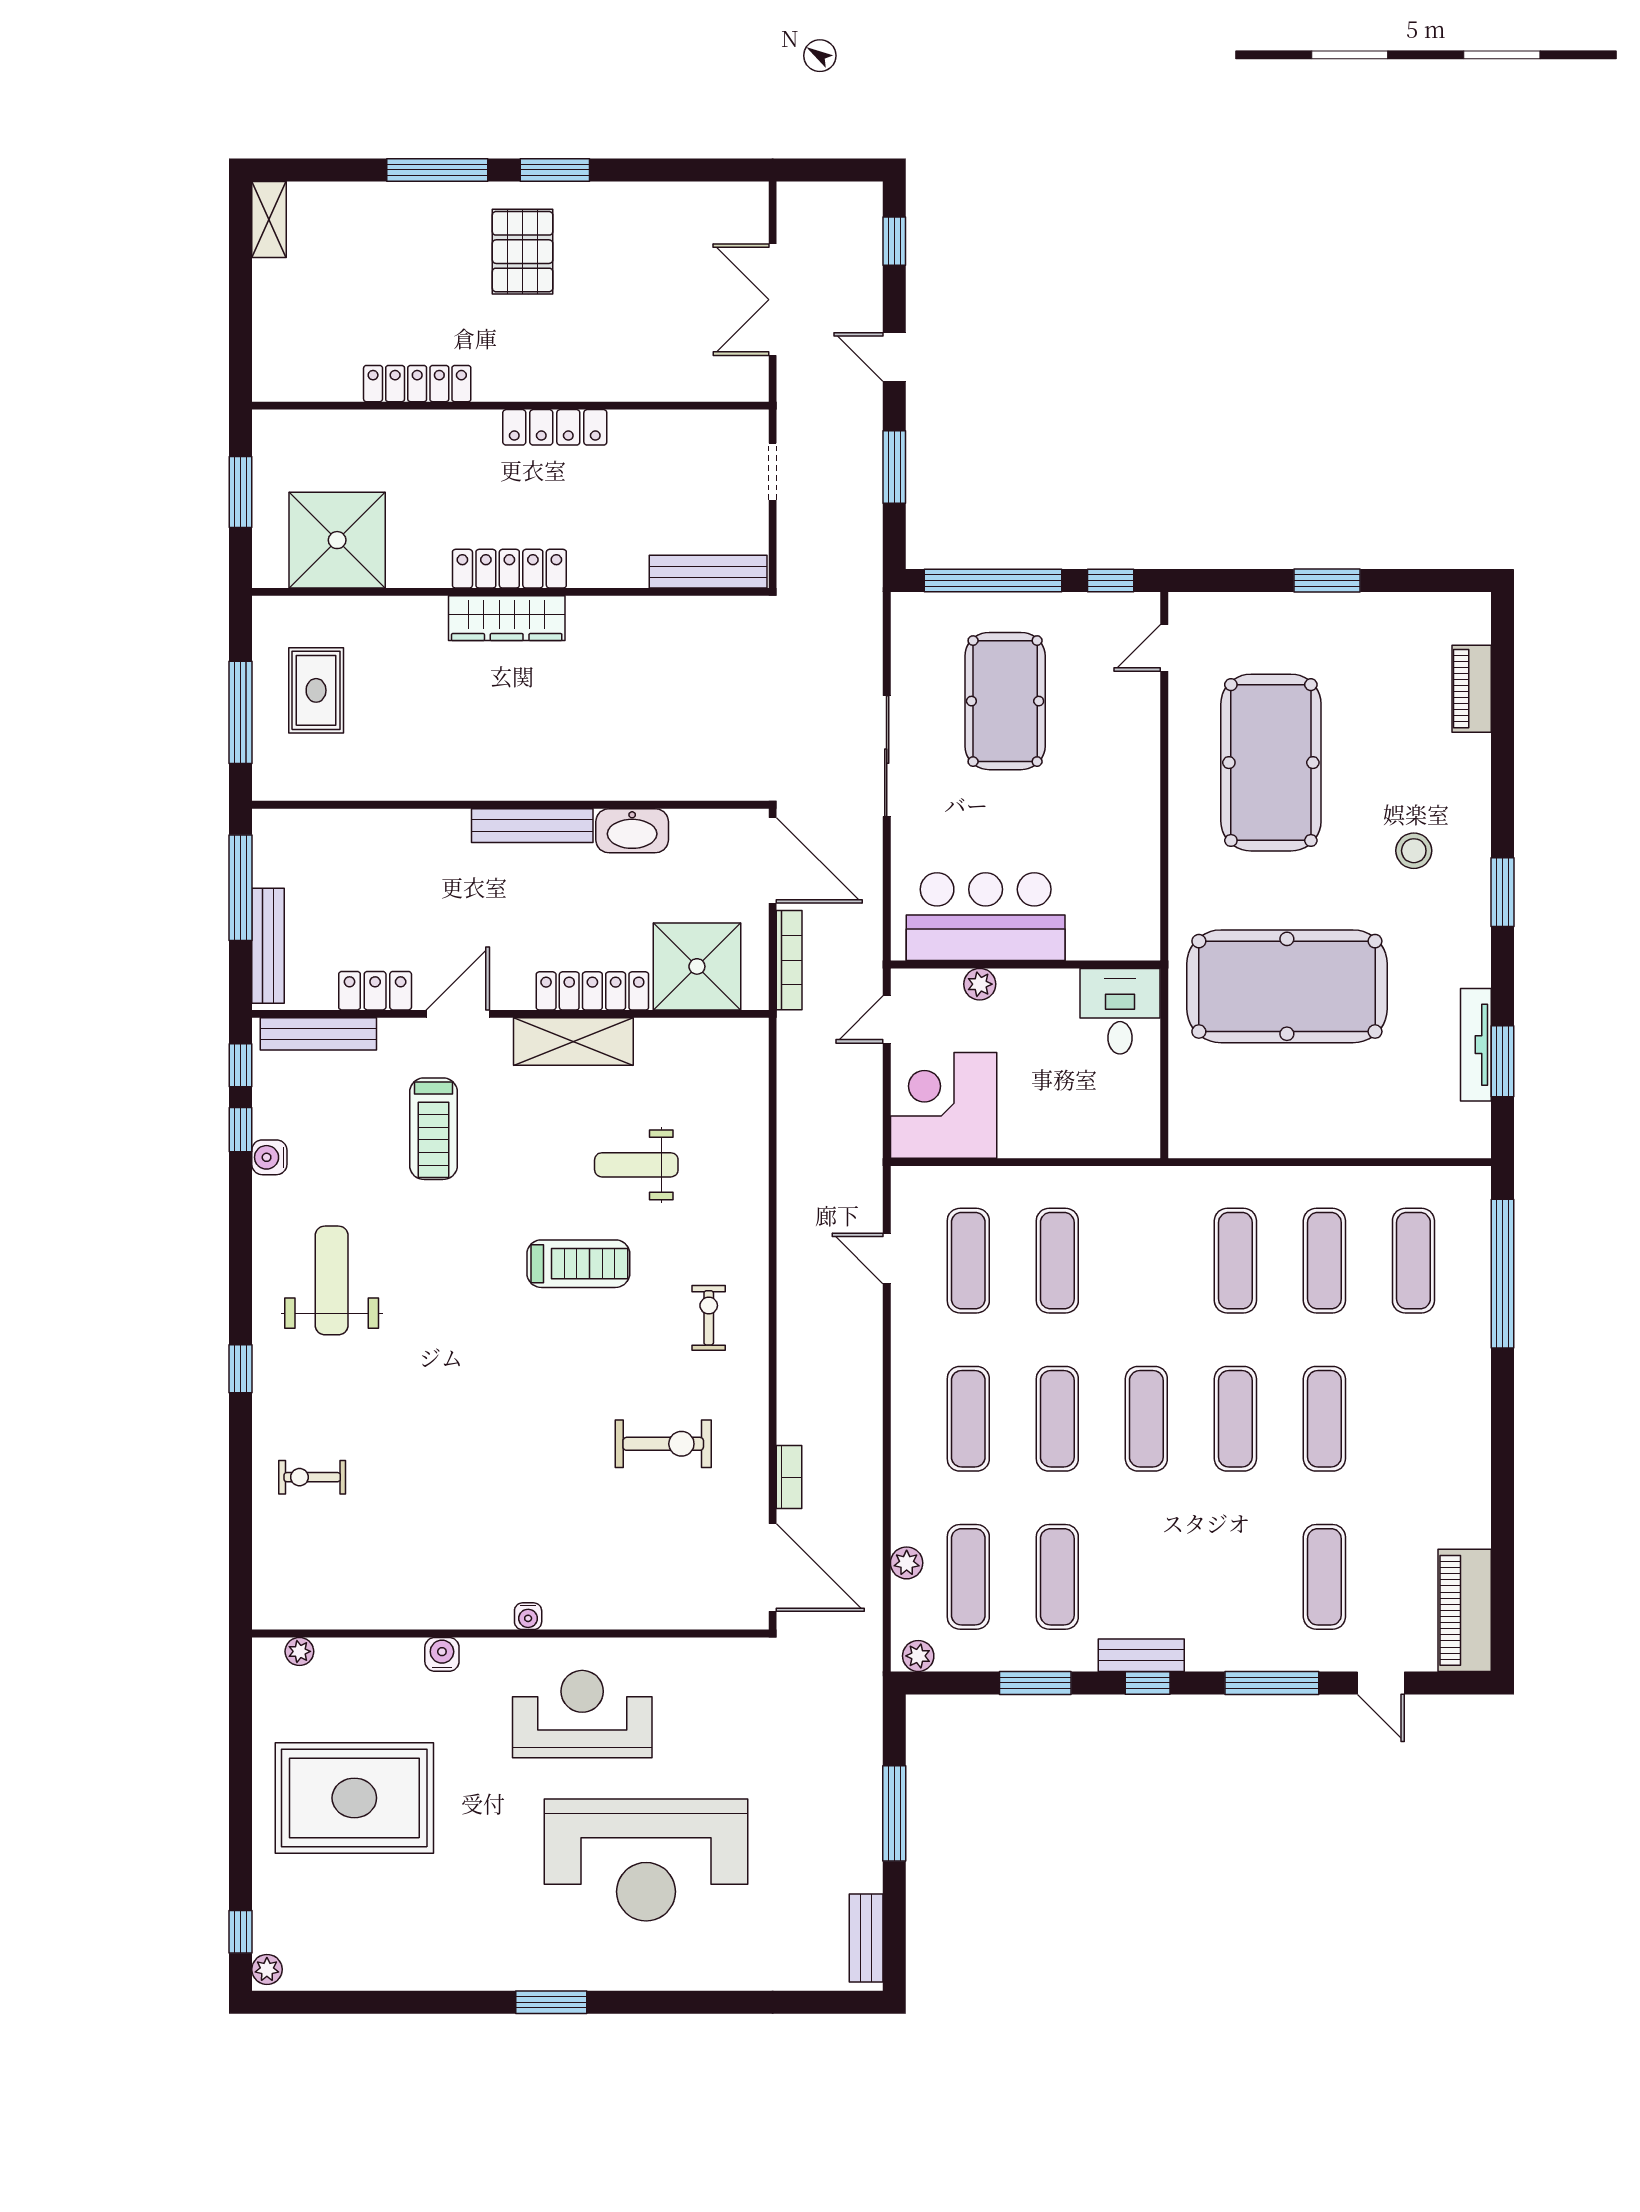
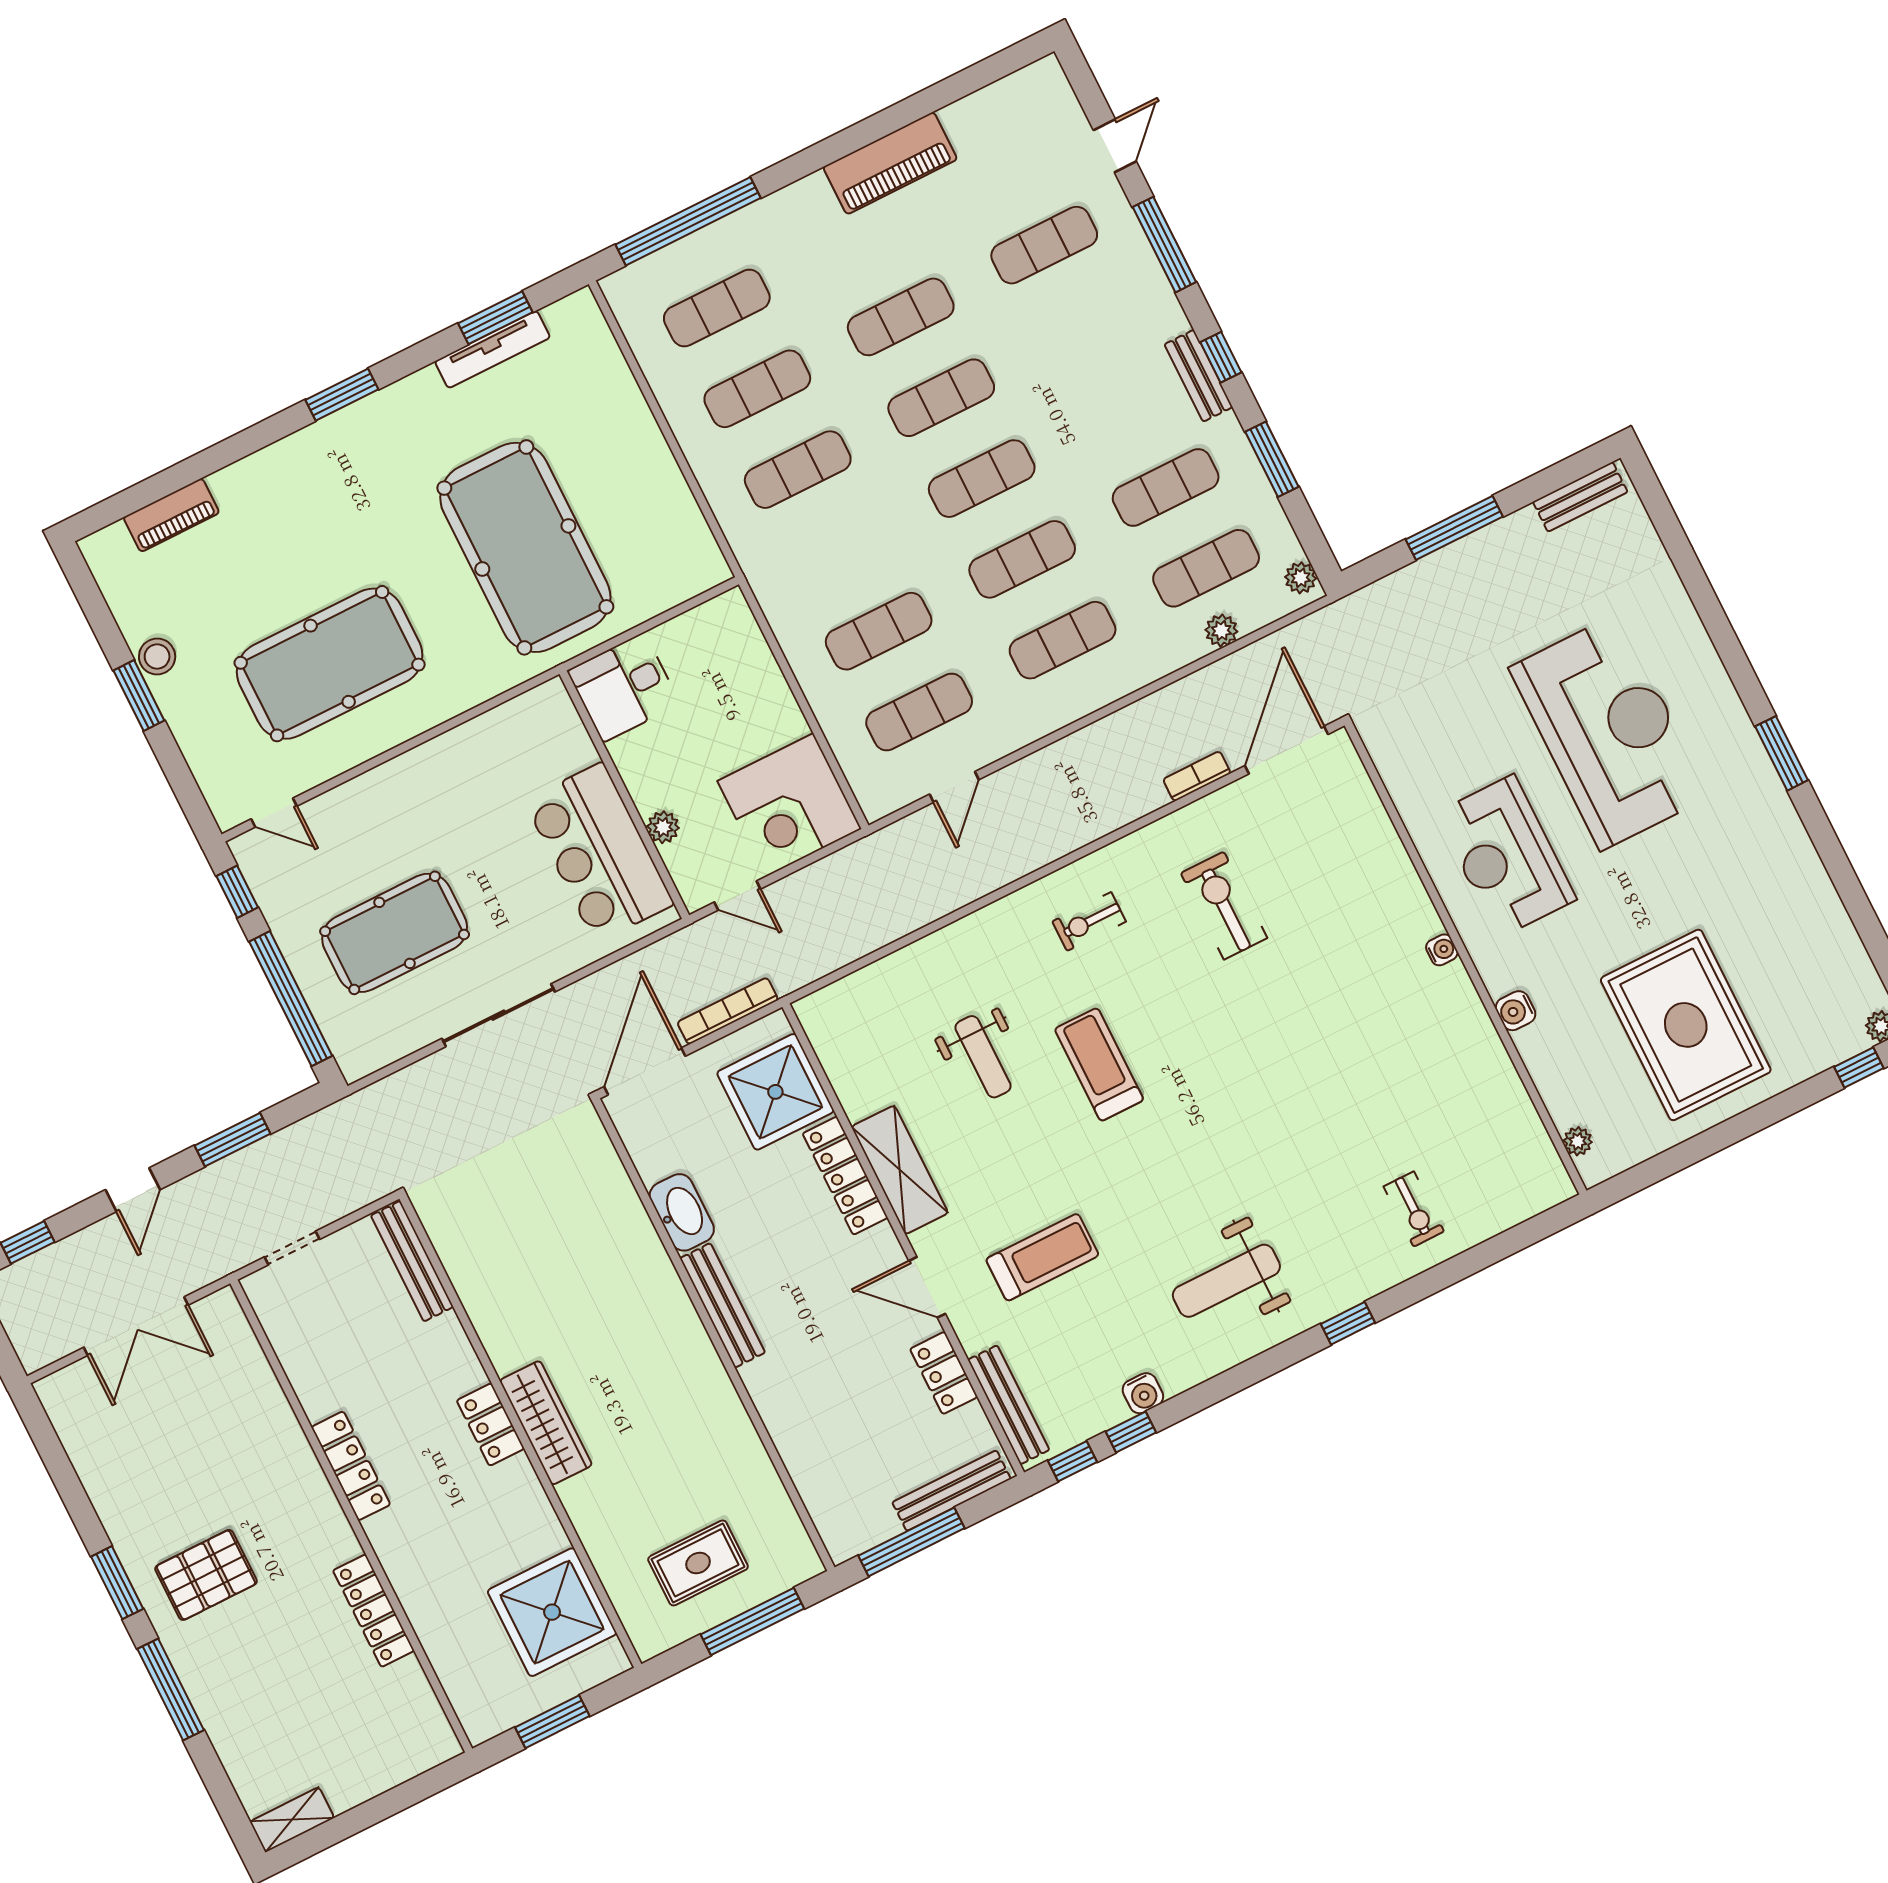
locker: (509, 569) -> (491, 1424), width x0.66
stool: (1414, 851) -> (157, 657), moved
piano: (1465, 1610) -> (890, 163), moved

